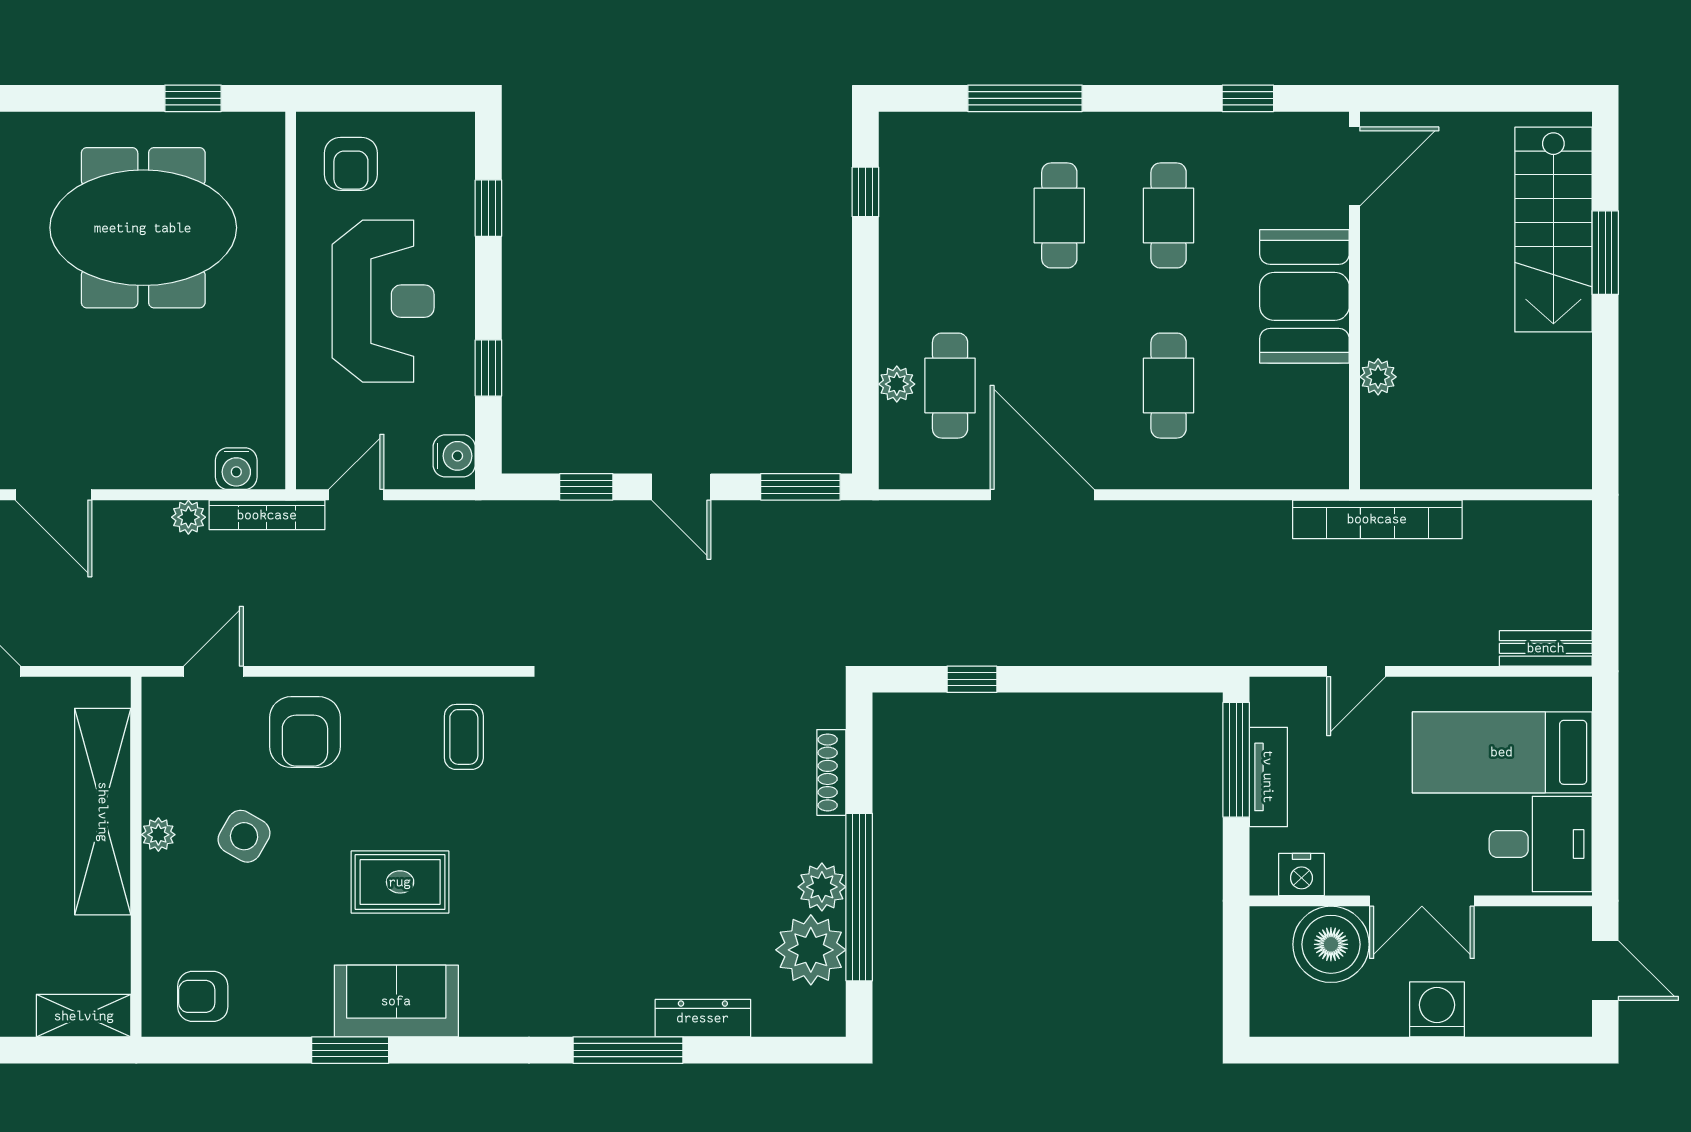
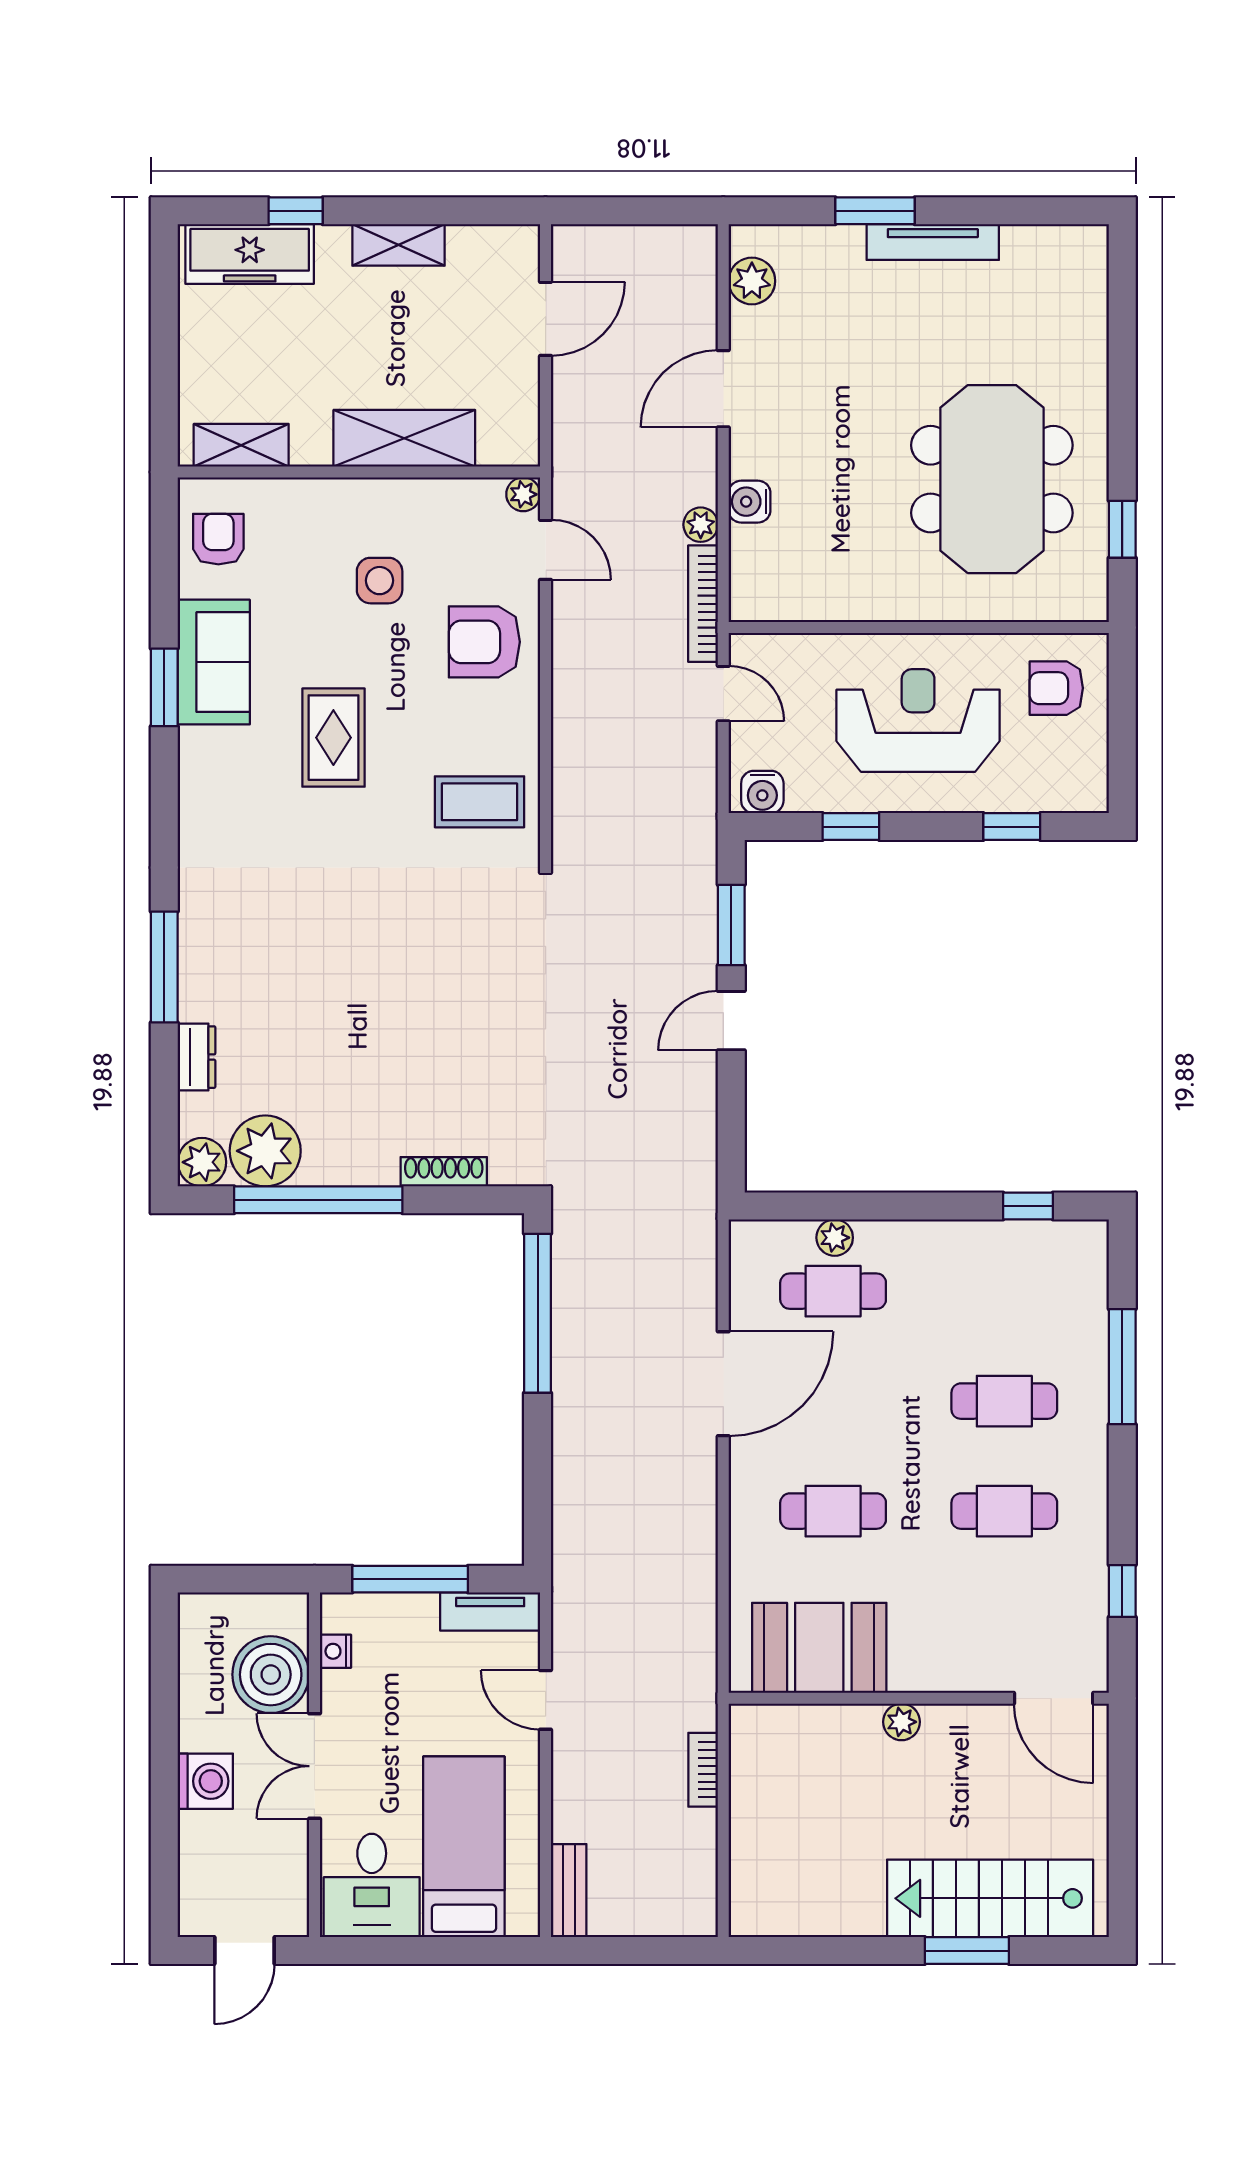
booth: (1304, 296) -> (819, 1648), moved
reception desk: (383, 301) -> (918, 721), turned 180
plant: (1378, 377) -> (902, 1722), moved
water cooler: (236, 469) -> (750, 502), moved
window: (586, 487) -> (731, 925), width x1.50
window: (800, 487) -> (731, 1141), removed
bookcase: (1377, 519) -> (703, 1770), width x0.43, depth x0.76
window: (972, 679) -> (538, 1313), width x3.17
coffee table: (464, 737) -> (479, 802), width x1.36, depth x1.30
window: (1236, 760) -> (410, 1579), moved
tv unit: (1268, 777) -> (490, 1612), moved
shelving: (103, 812) -> (404, 438), width x0.68
plant: (158, 835) -> (523, 494), moved
side table: (244, 836) -> (380, 581), turned -30
nightstand: (1301, 875) -> (335, 1651), width x0.72, depth x0.74
plant: (822, 887) -> (202, 1162), moved
sofa: (396, 1001) -> (214, 662), moved
shelving: (84, 1016) -> (241, 445), moved, turned 90
dresser: (703, 1018) -> (196, 1057), width x0.70

